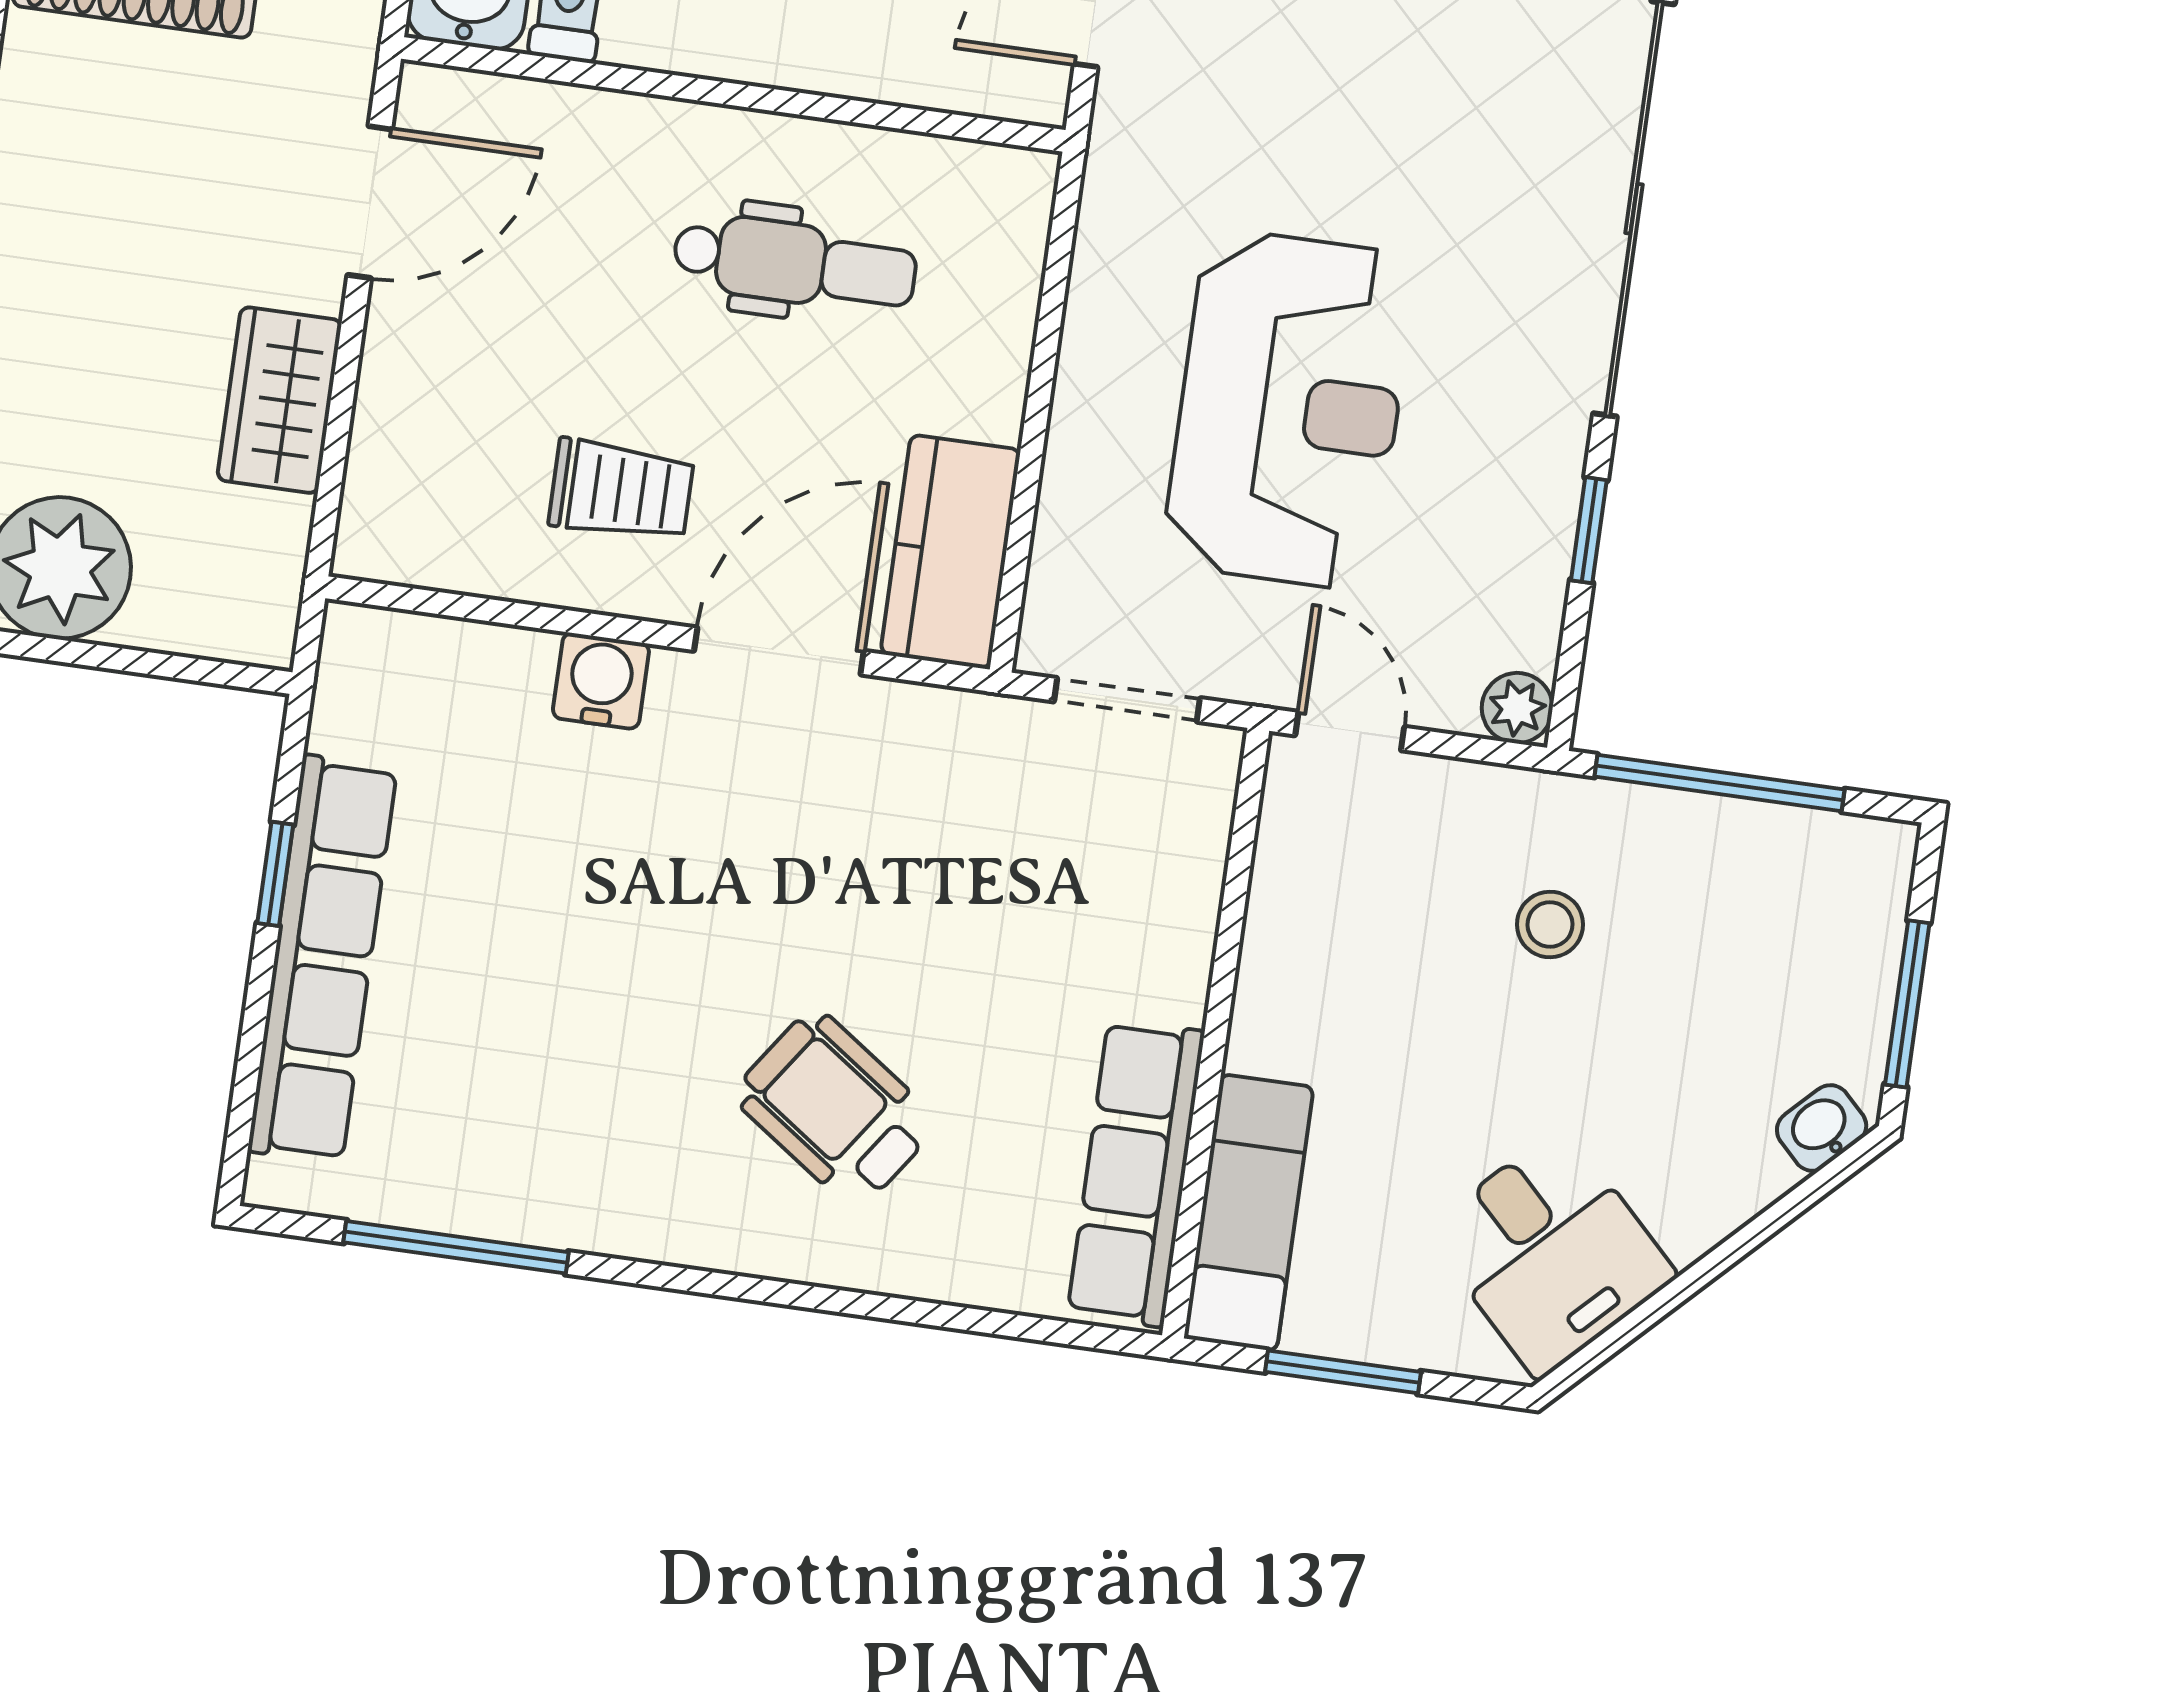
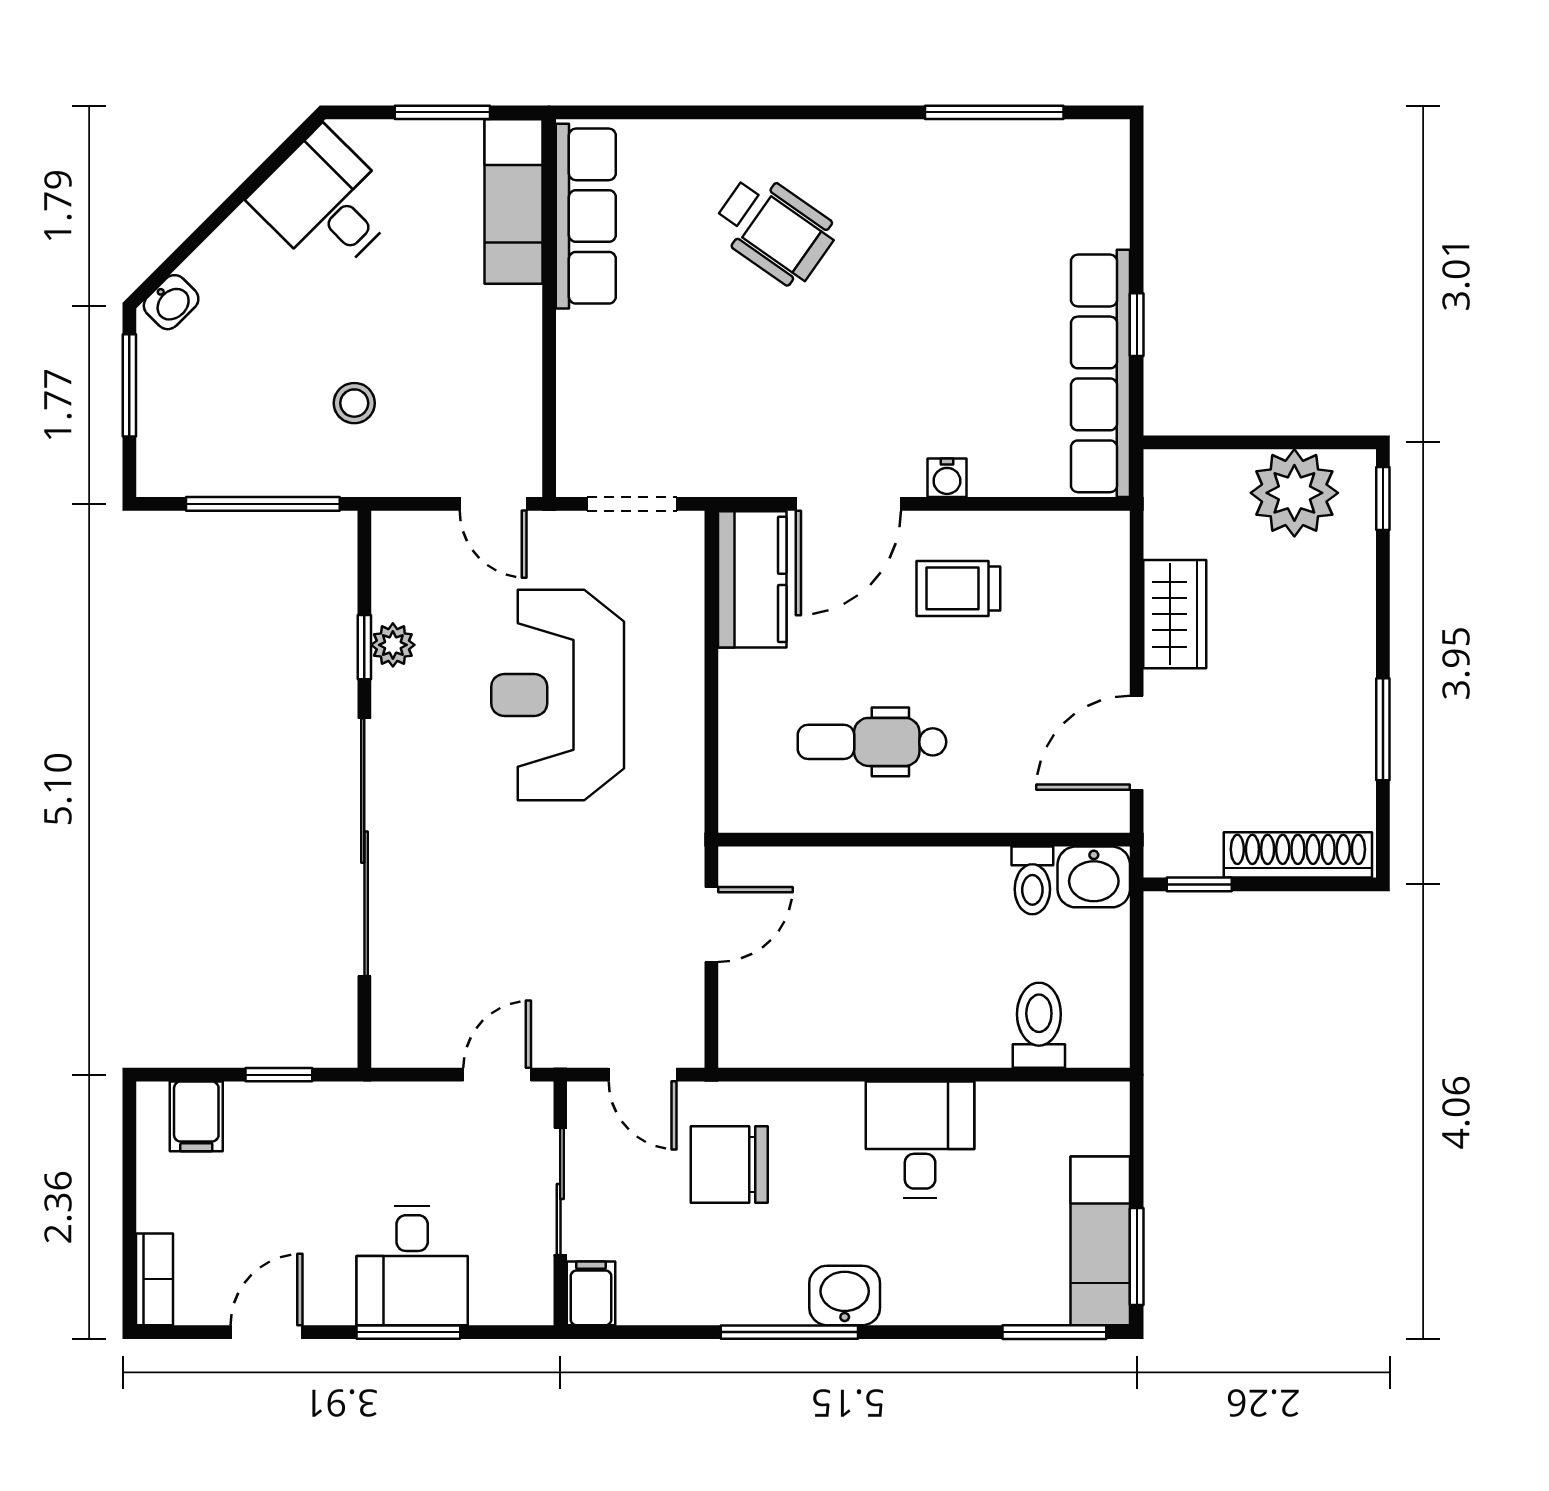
water cooler: (601, 681) -> (947, 478), width x0.72, depth x0.72
plant: (1517, 708) -> (393, 645), moved
row of seats: (322, 959) -> (1101, 373), moved

